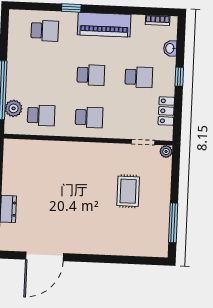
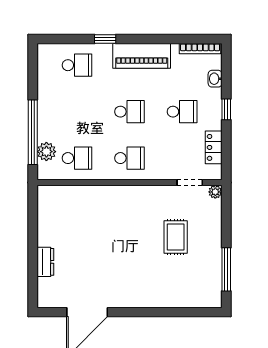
bookcase: (158, 20) -> (200, 49), width x1.56

